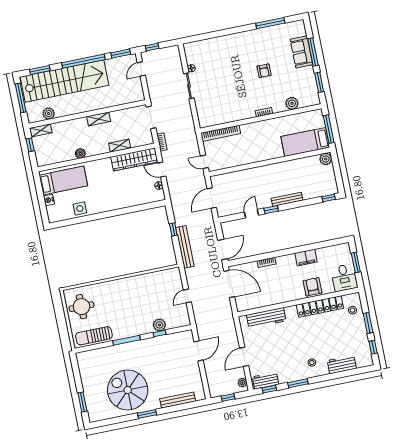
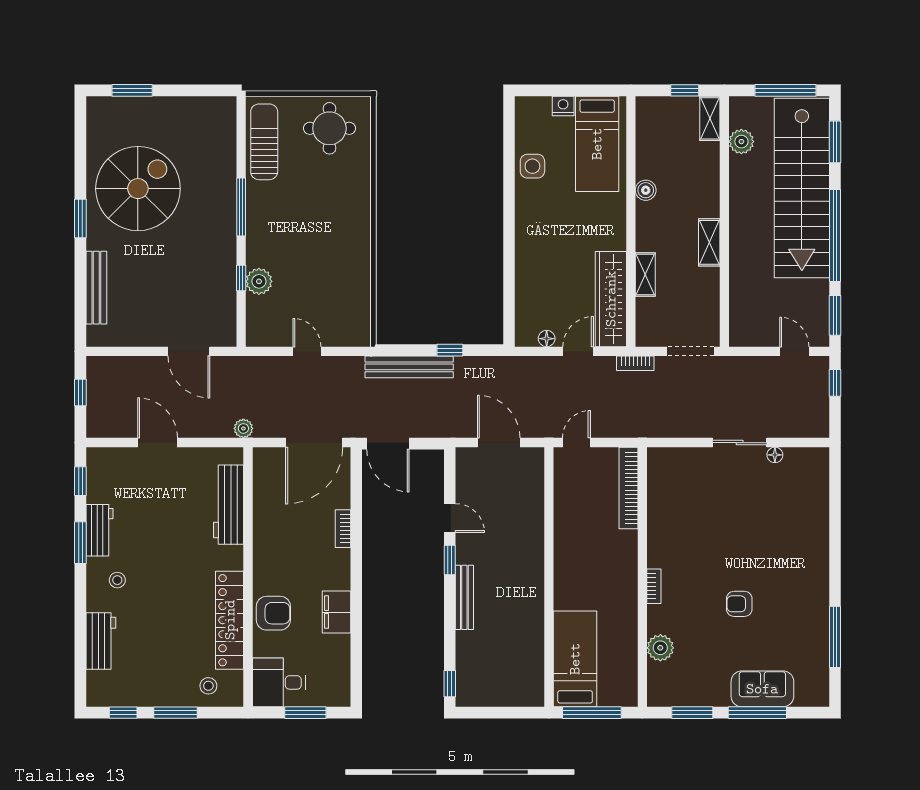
plant: (326, 159) -> (531, 694), removed
workbench: (266, 381) -> (99, 530), moved
plant: (242, 383) -> (243, 428), moved

